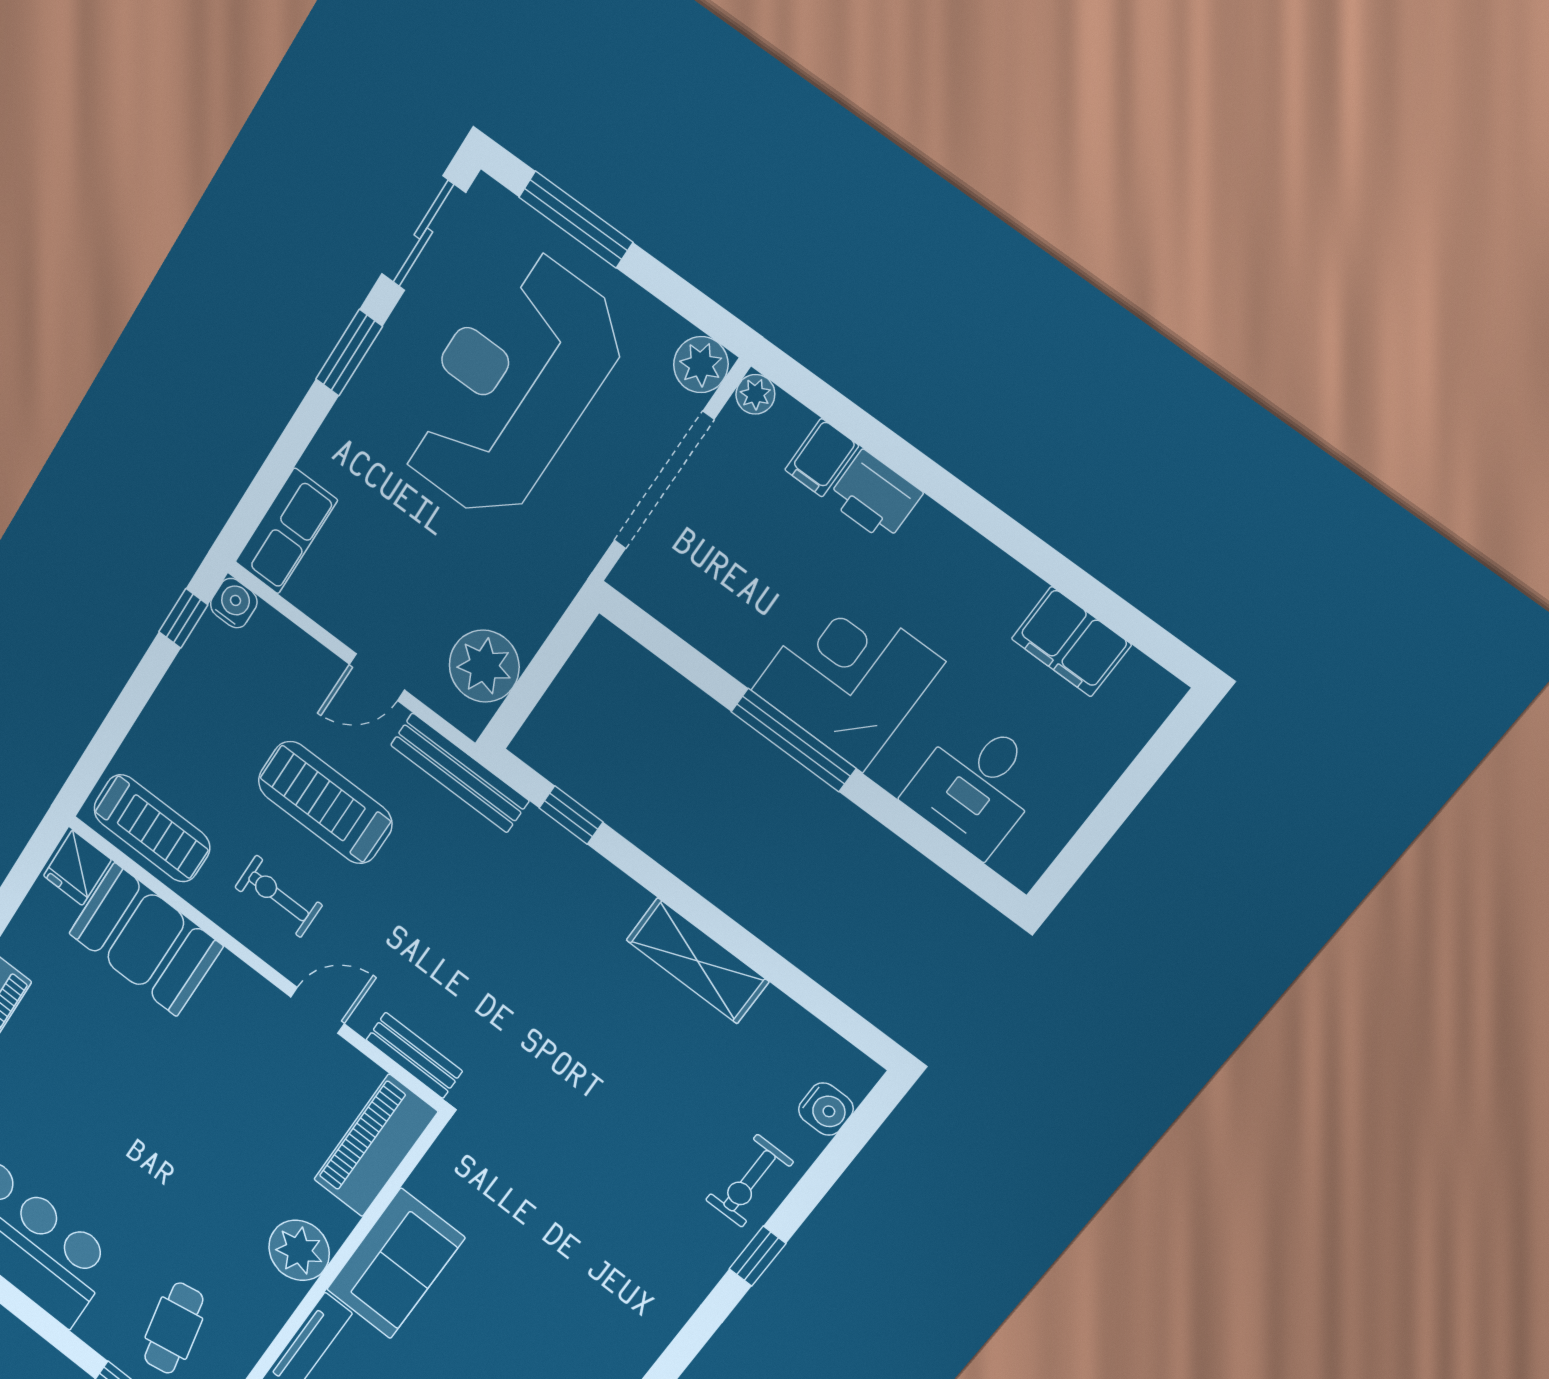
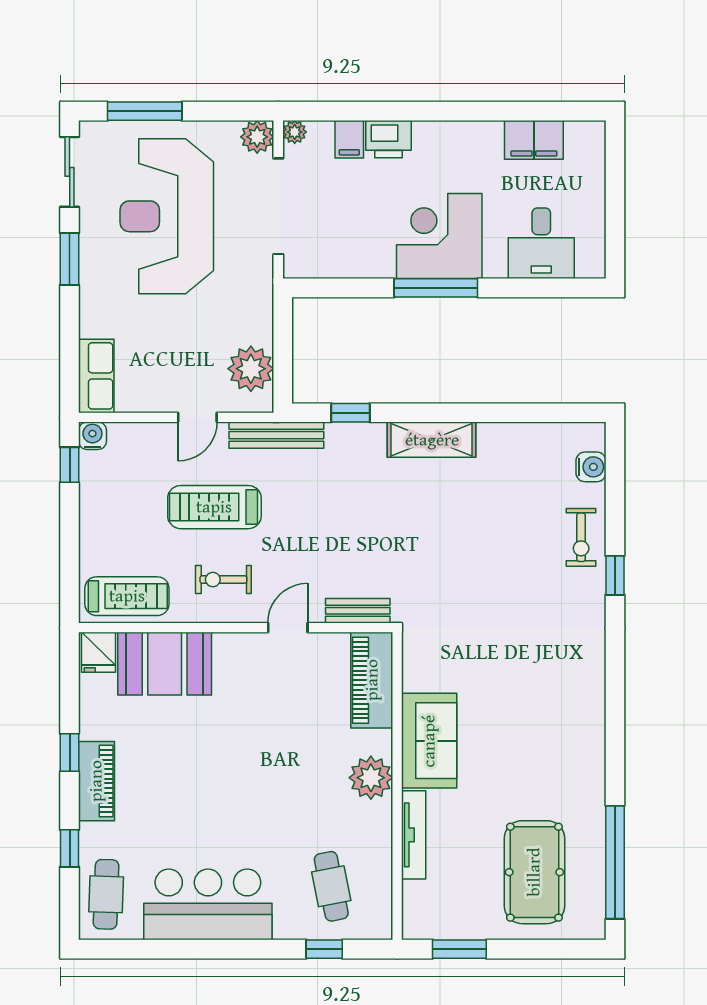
shelving: (697, 961) -> (432, 440), moved

